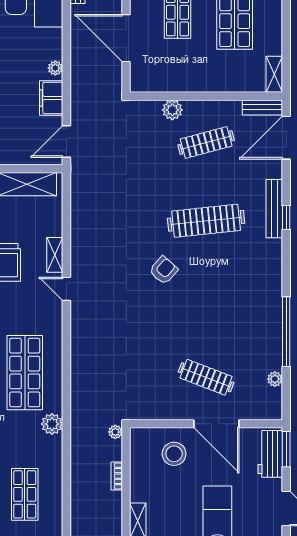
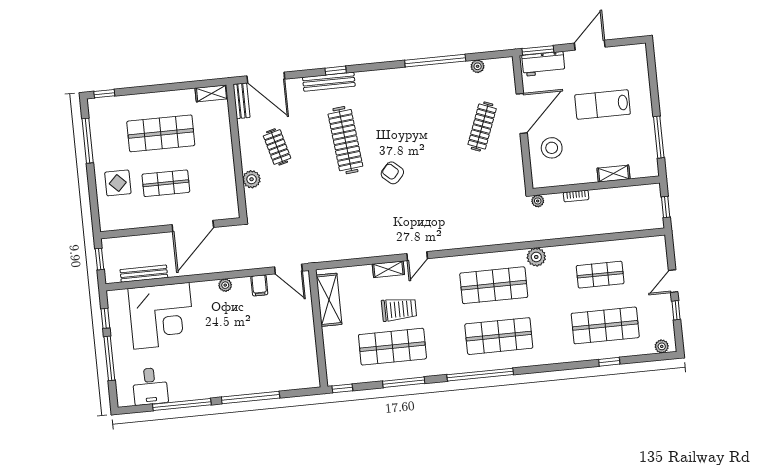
filing cabinet: (51, 98) -> (259, 285), width x0.50
clothes rail: (206, 142) -> (277, 147), width x0.73

